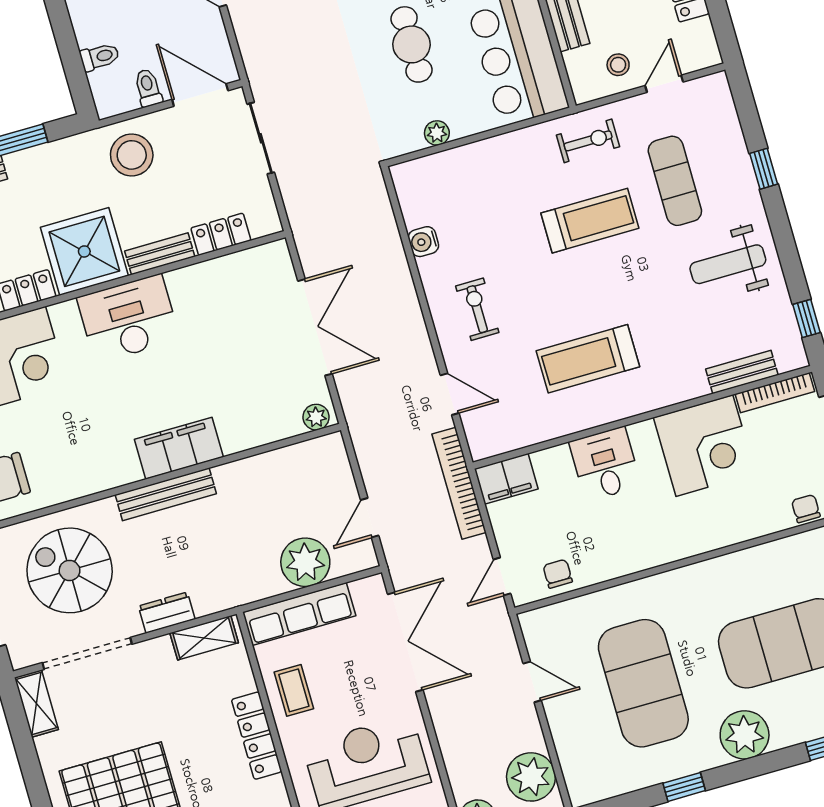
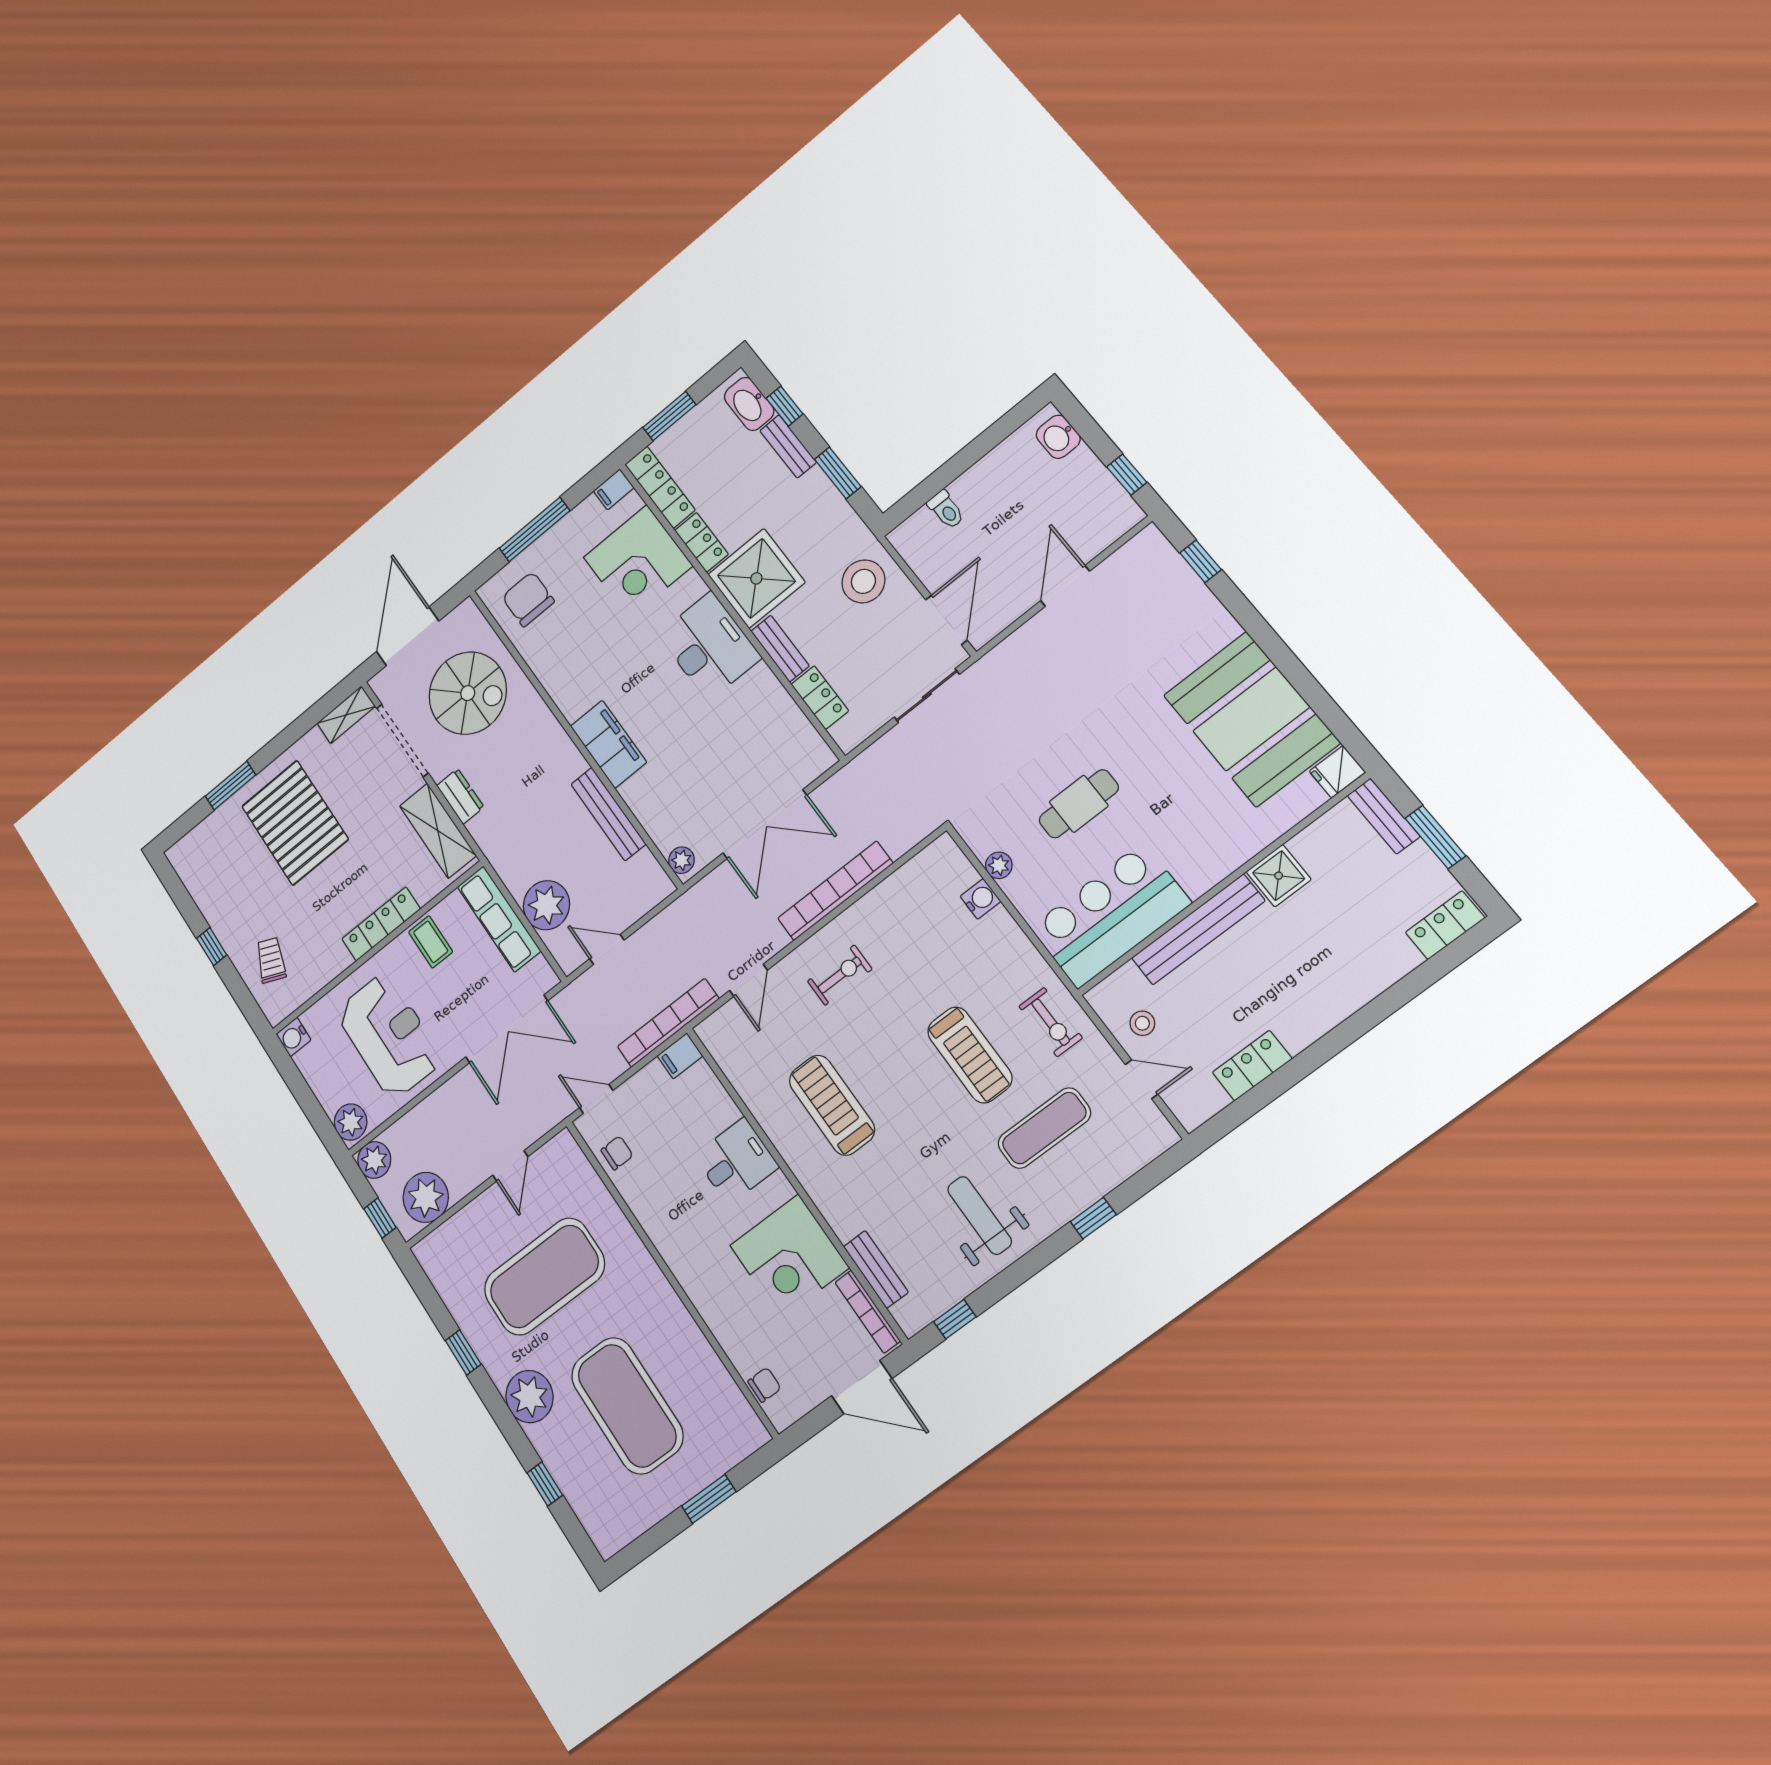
toilet: (148, 88) -> (934, 568), removed
water cooler: (423, 242) -> (980, 899), moved, turned 90
bookcase: (401, 285) -> (835, 891), added
filing cabinet: (506, 479) -> (680, 1056), width x0.50
bench: (166, 494) -> (608, 814), moved
spiral stairs: (70, 570) -> (468, 693), turned 90
shelving: (204, 638) -> (438, 831), width x1.50, depth x1.33
coffee table: (294, 690) -> (431, 942), turned 90

